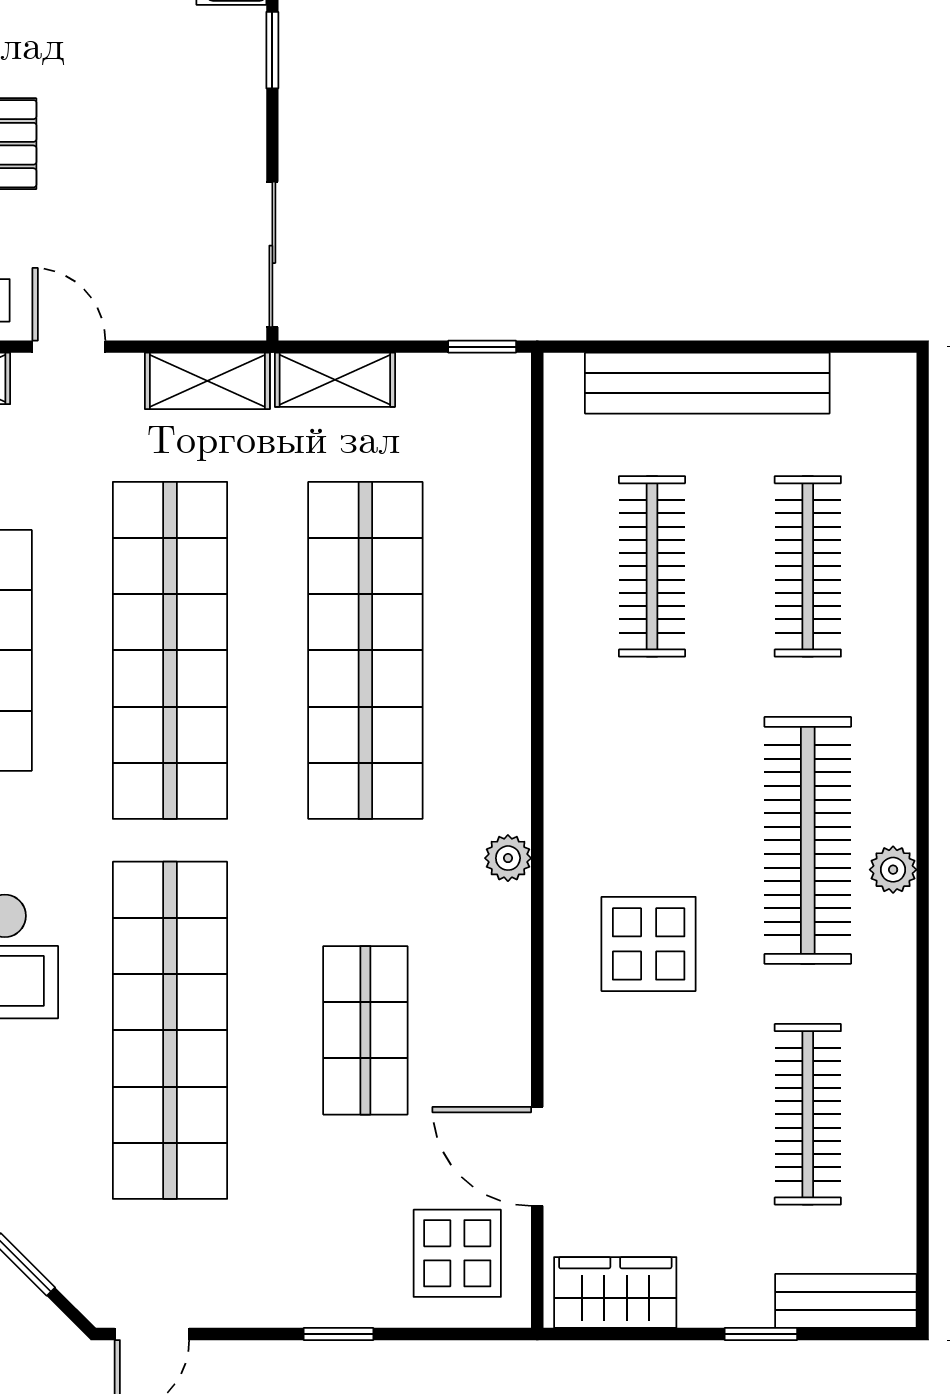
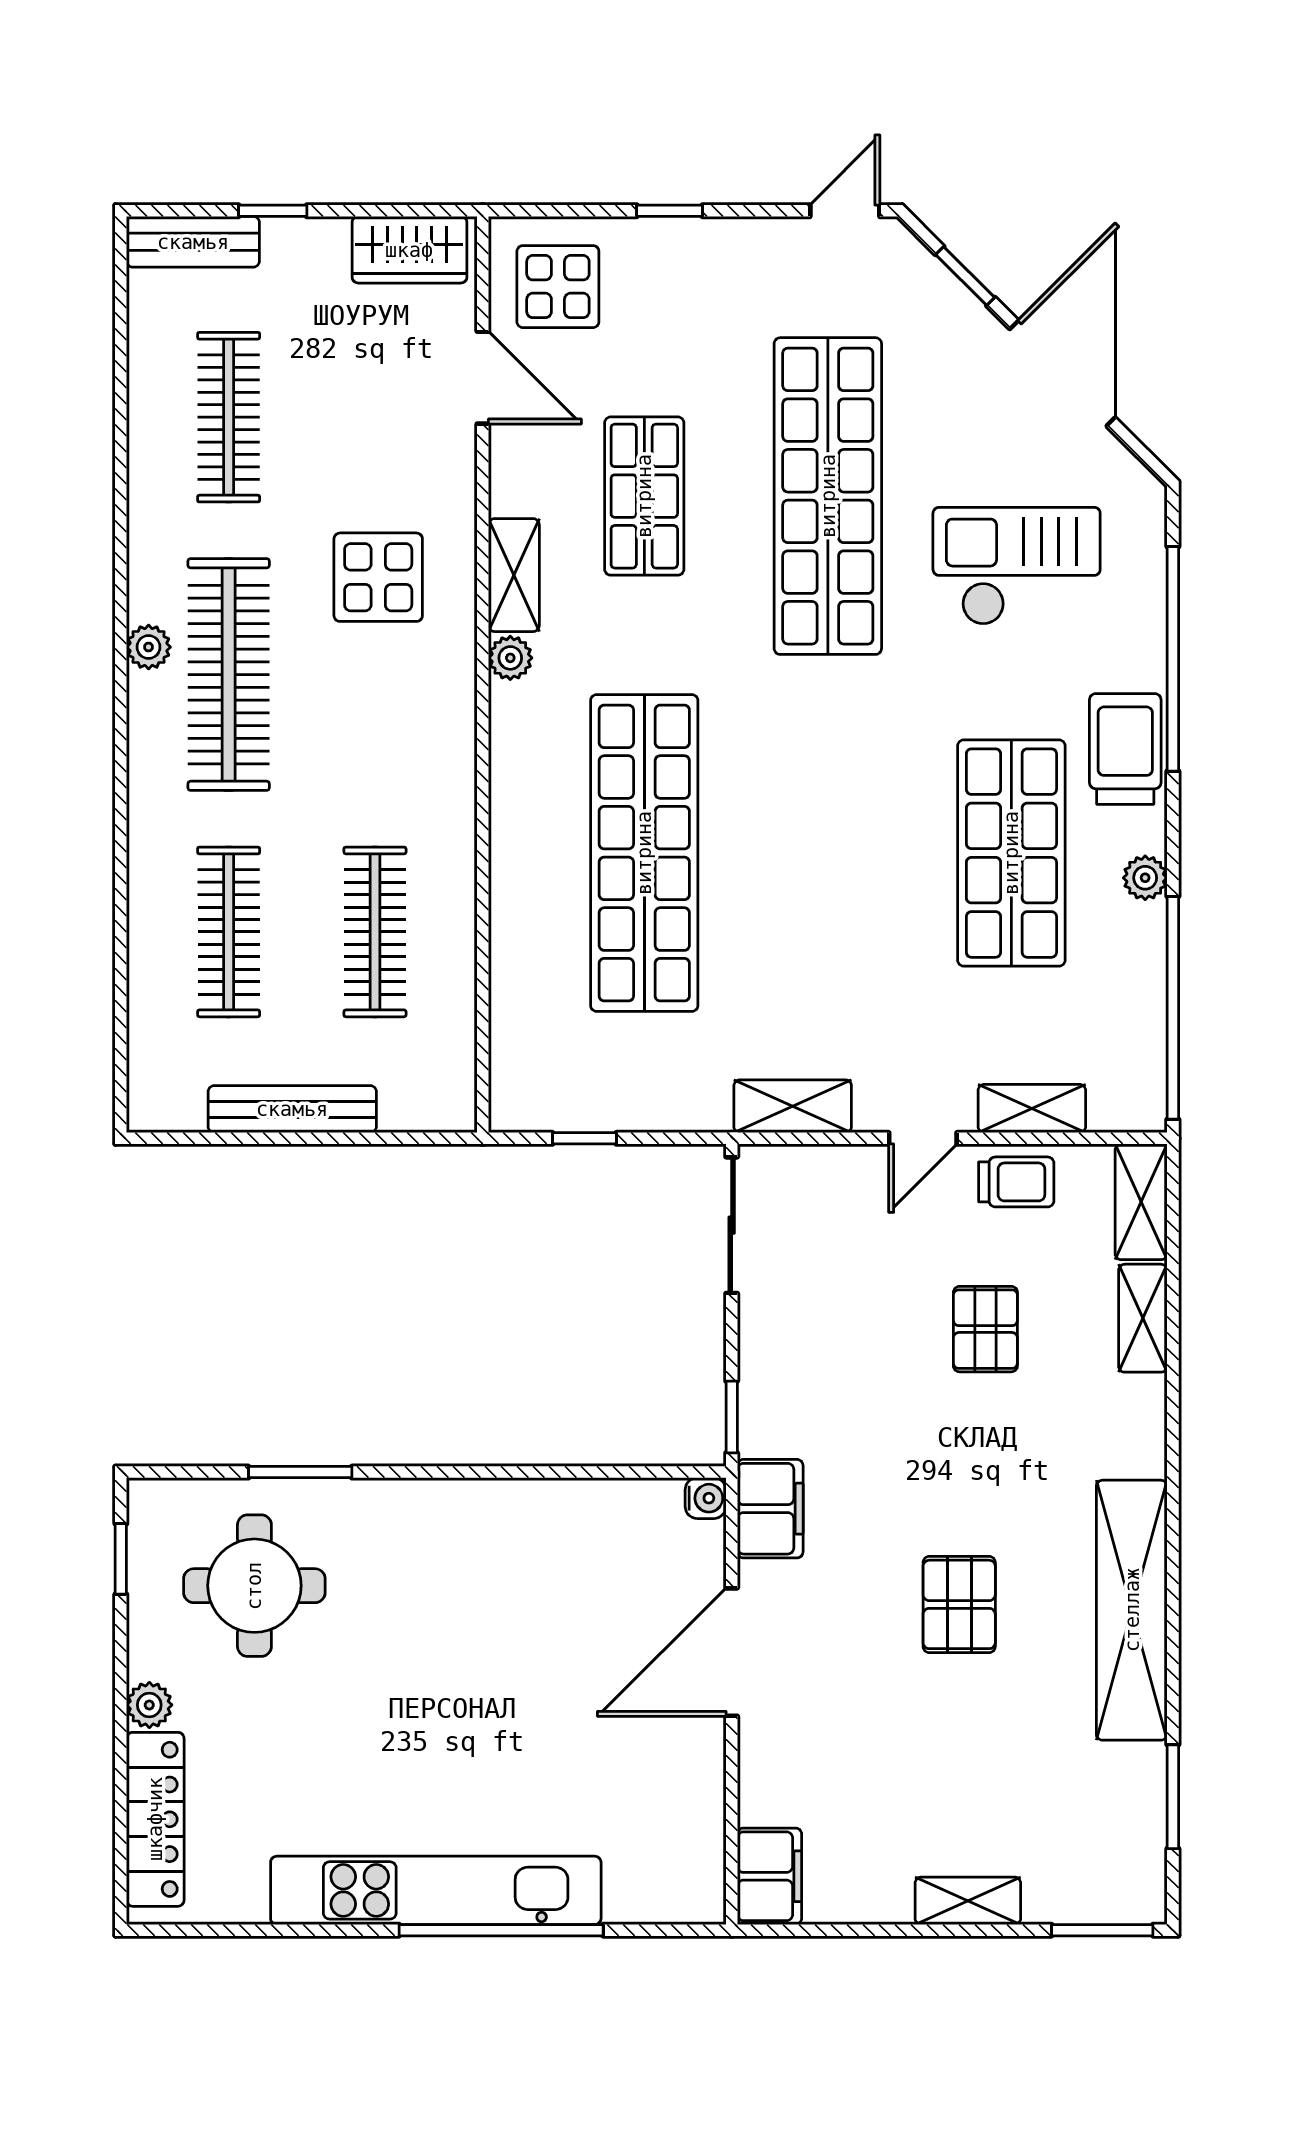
door: (69, 347) -> (923, 1138), hinge flipped
window: (482, 347) -> (584, 1138), moved
shelving: (335, 380) -> (514, 575), moved, turned 90
bench: (707, 383) -> (292, 1109), width x0.73, depth x0.82
shop shelf: (170, 650) -> (828, 853), removed

